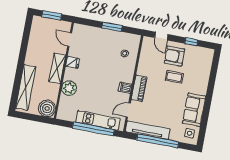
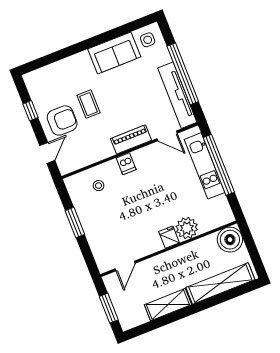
armchair: (174, 56) -> (62, 120), turned -90
fridge: (73, 62) -> (169, 237), moved
shelving: (57, 68) -> (168, 305), moved
dishwasher: (125, 88) -> (126, 164), moved

